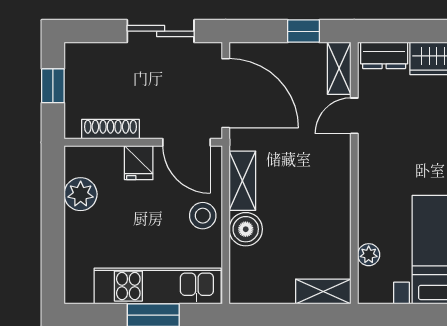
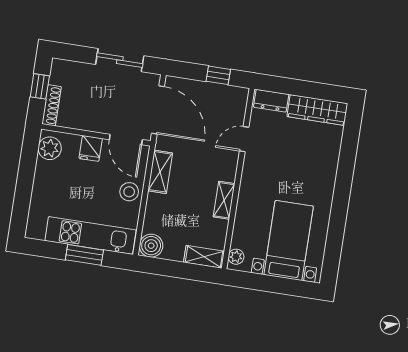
shelving: (339, 68) -> (224, 200), moved
shoe rack: (111, 129) -> (52, 105), moved, turned 90
plant: (81, 194) -> (50, 148), moved
boiler: (246, 229) -> (151, 246), moved
plant: (369, 255) -> (236, 257), moved

